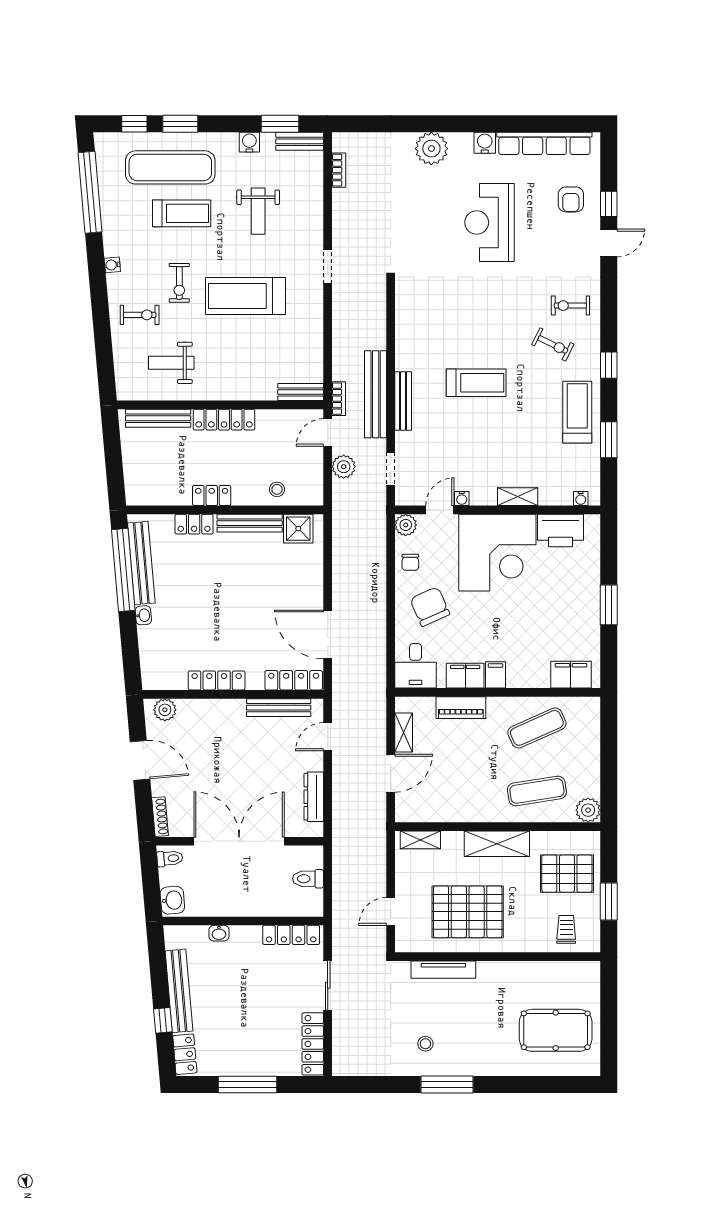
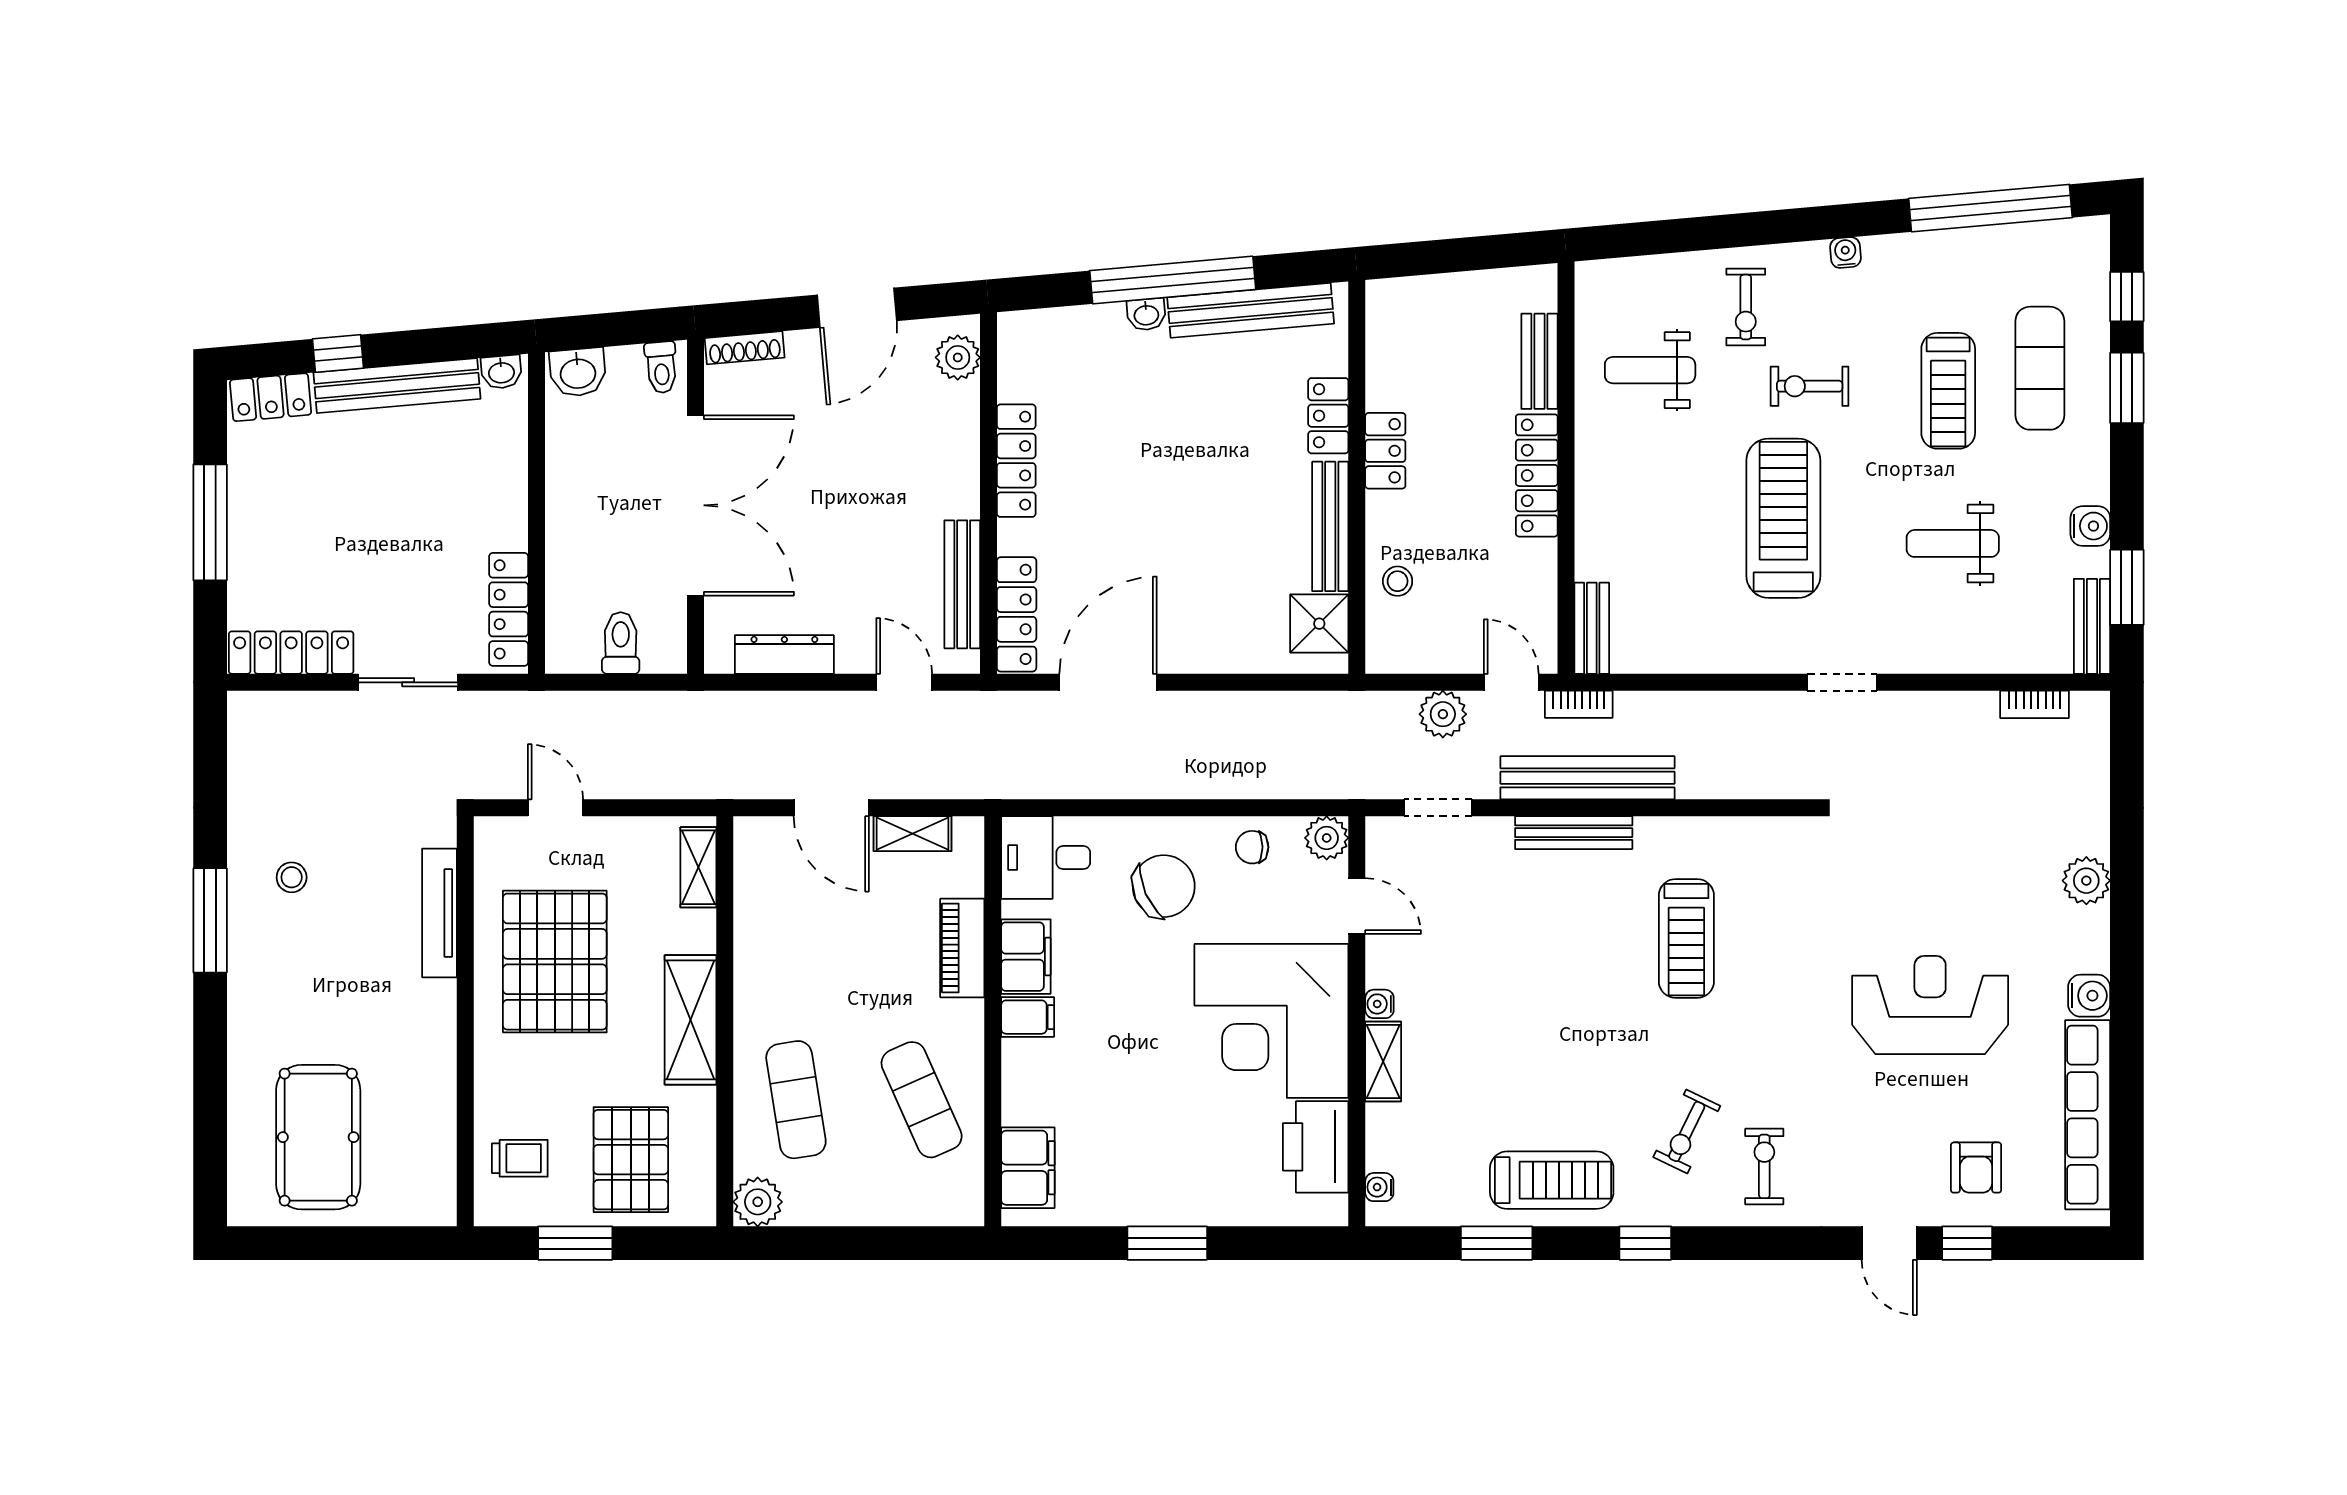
plant: (431, 149) -> (2086, 881), width x0.73, depth x0.73
exercise mat: (170, 167) -> (2040, 368), width x0.73, depth x0.69
armchair: (571, 199) -> (1976, 1168), turned -90
weight bench: (171, 363) -> (1650, 370), turned -90
treadmill: (476, 383) -> (1686, 938), moved
bench: (158, 418) -> (1539, 361), width x0.73
water cooler: (462, 498) -> (1379, 1004), moved
window: (123, 570) -> (1173, 280), moved
washbasin: (219, 933) -> (501, 372), moved, turned -95

